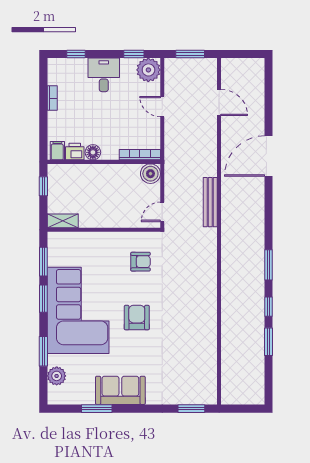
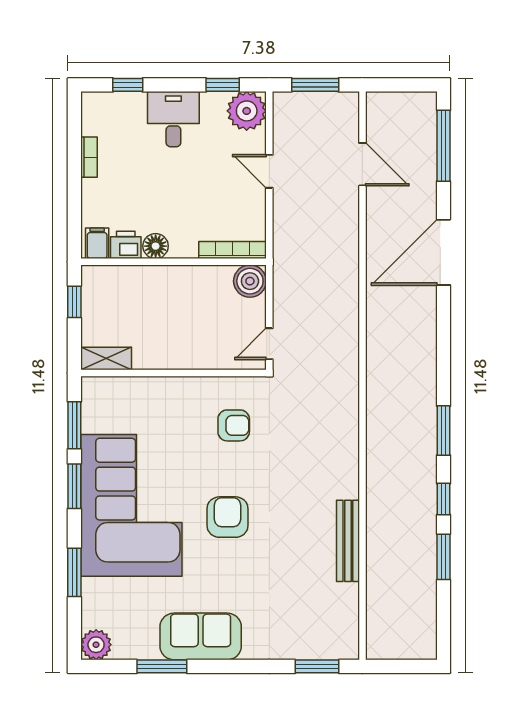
window: (268, 91) -> (443, 146), added
bench: (210, 202) -> (348, 541), moved
plant: (57, 376) -> (96, 645), moved

